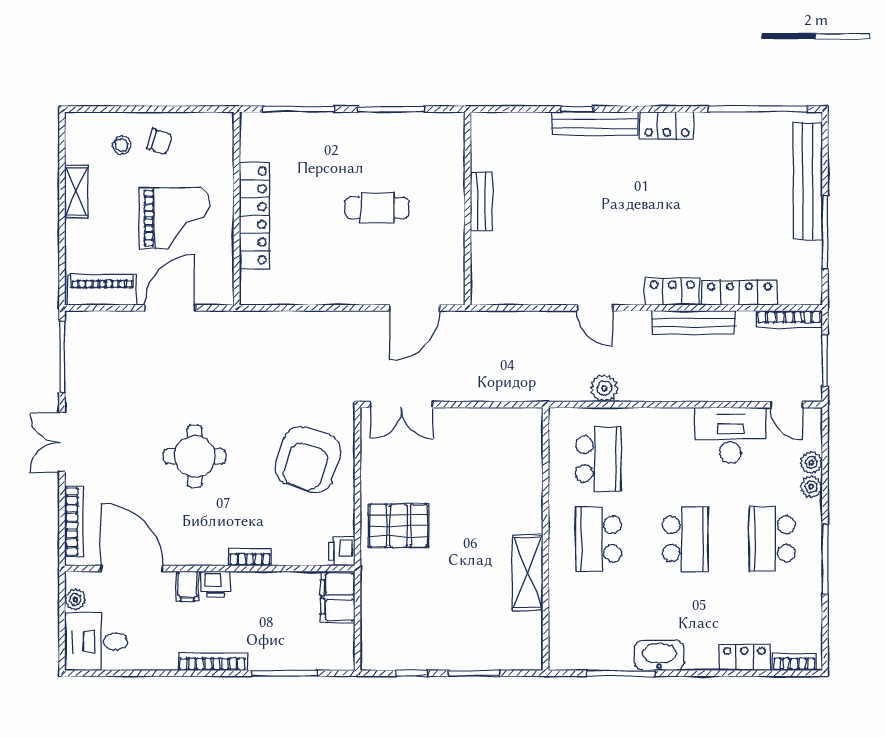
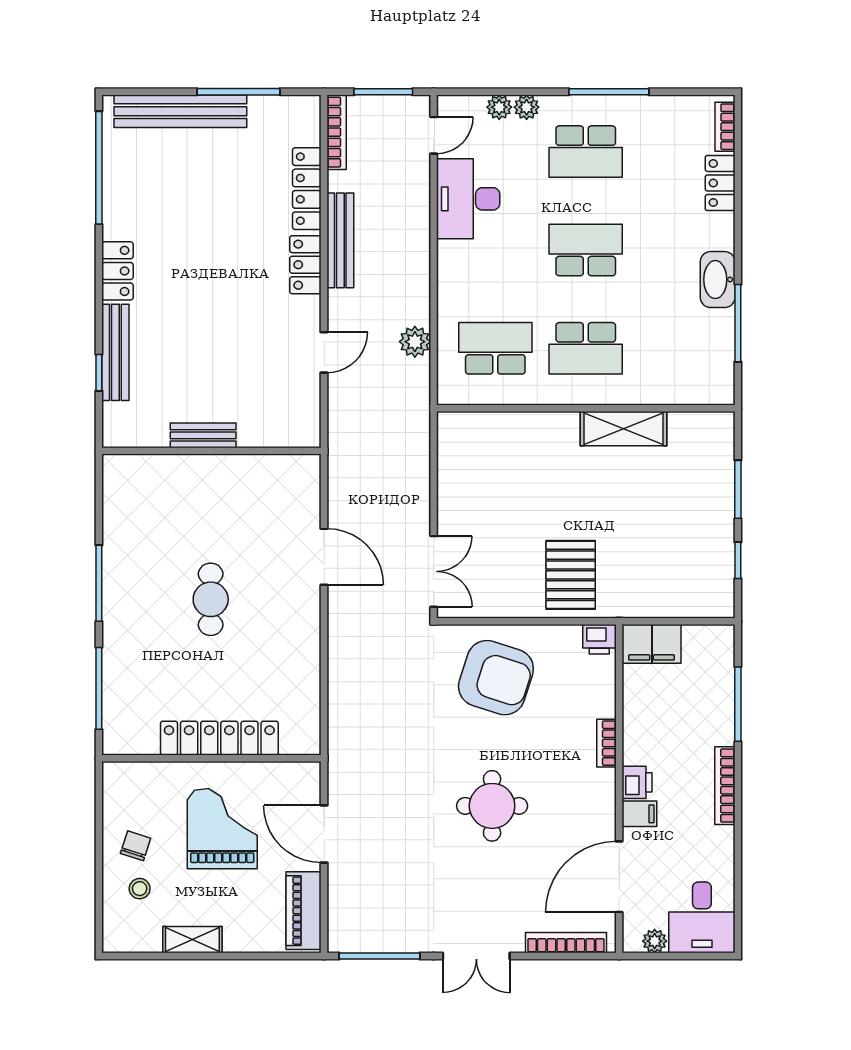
bench: (481, 201) -> (203, 435), moved
wall: (468, 209) -> (211, 451), moved

